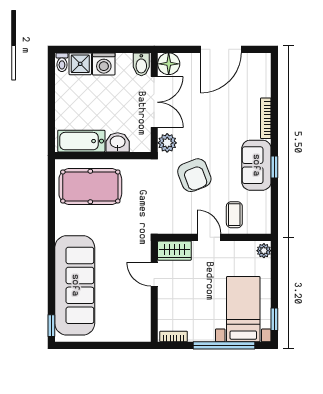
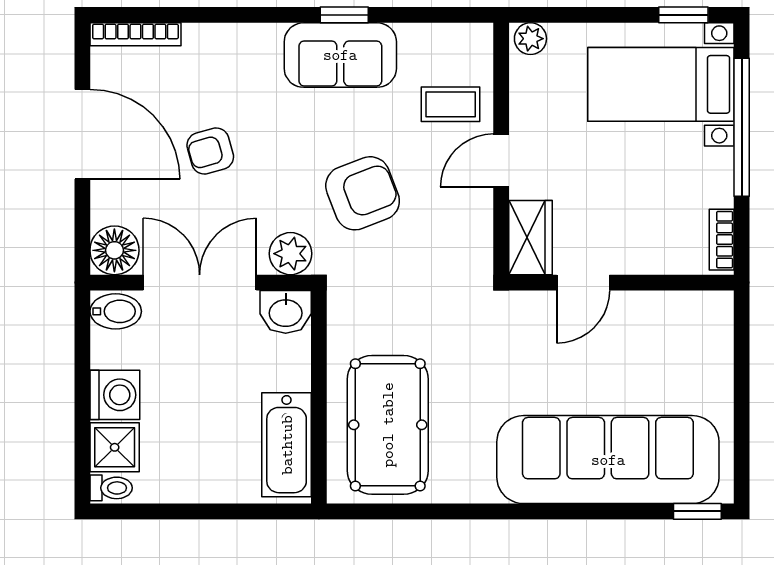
armchair: (213, 107) -> (210, 151), added
bookcase: (266, 118) -> (135, 34), moved
washbasin: (118, 142) -> (286, 312), moved, turned -90

